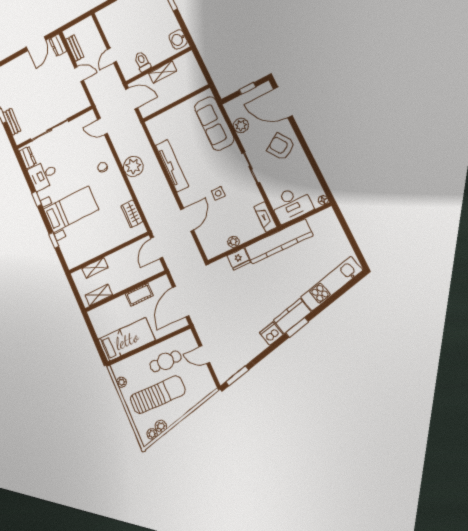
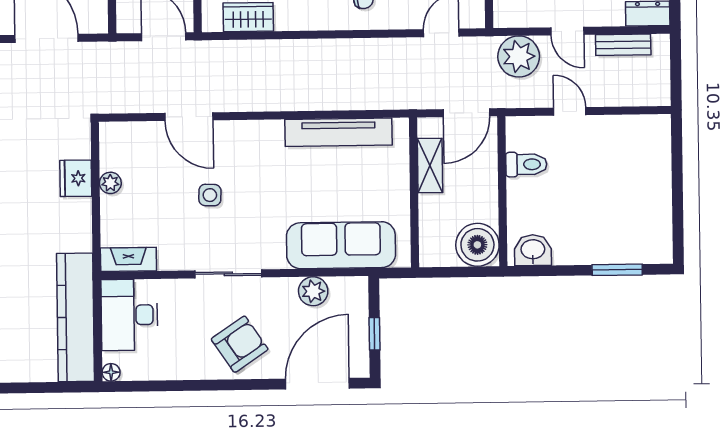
boiler: (187, 64) -> (477, 245), added
shelving: (163, 72) -> (430, 165), moved
door: (79, 74) -> (567, 31), hinge flipped
plant: (133, 166) -> (519, 56), moved
tv unit: (172, 166) -> (339, 132), moved
kitchen counter: (279, 241) -> (75, 317), moved

